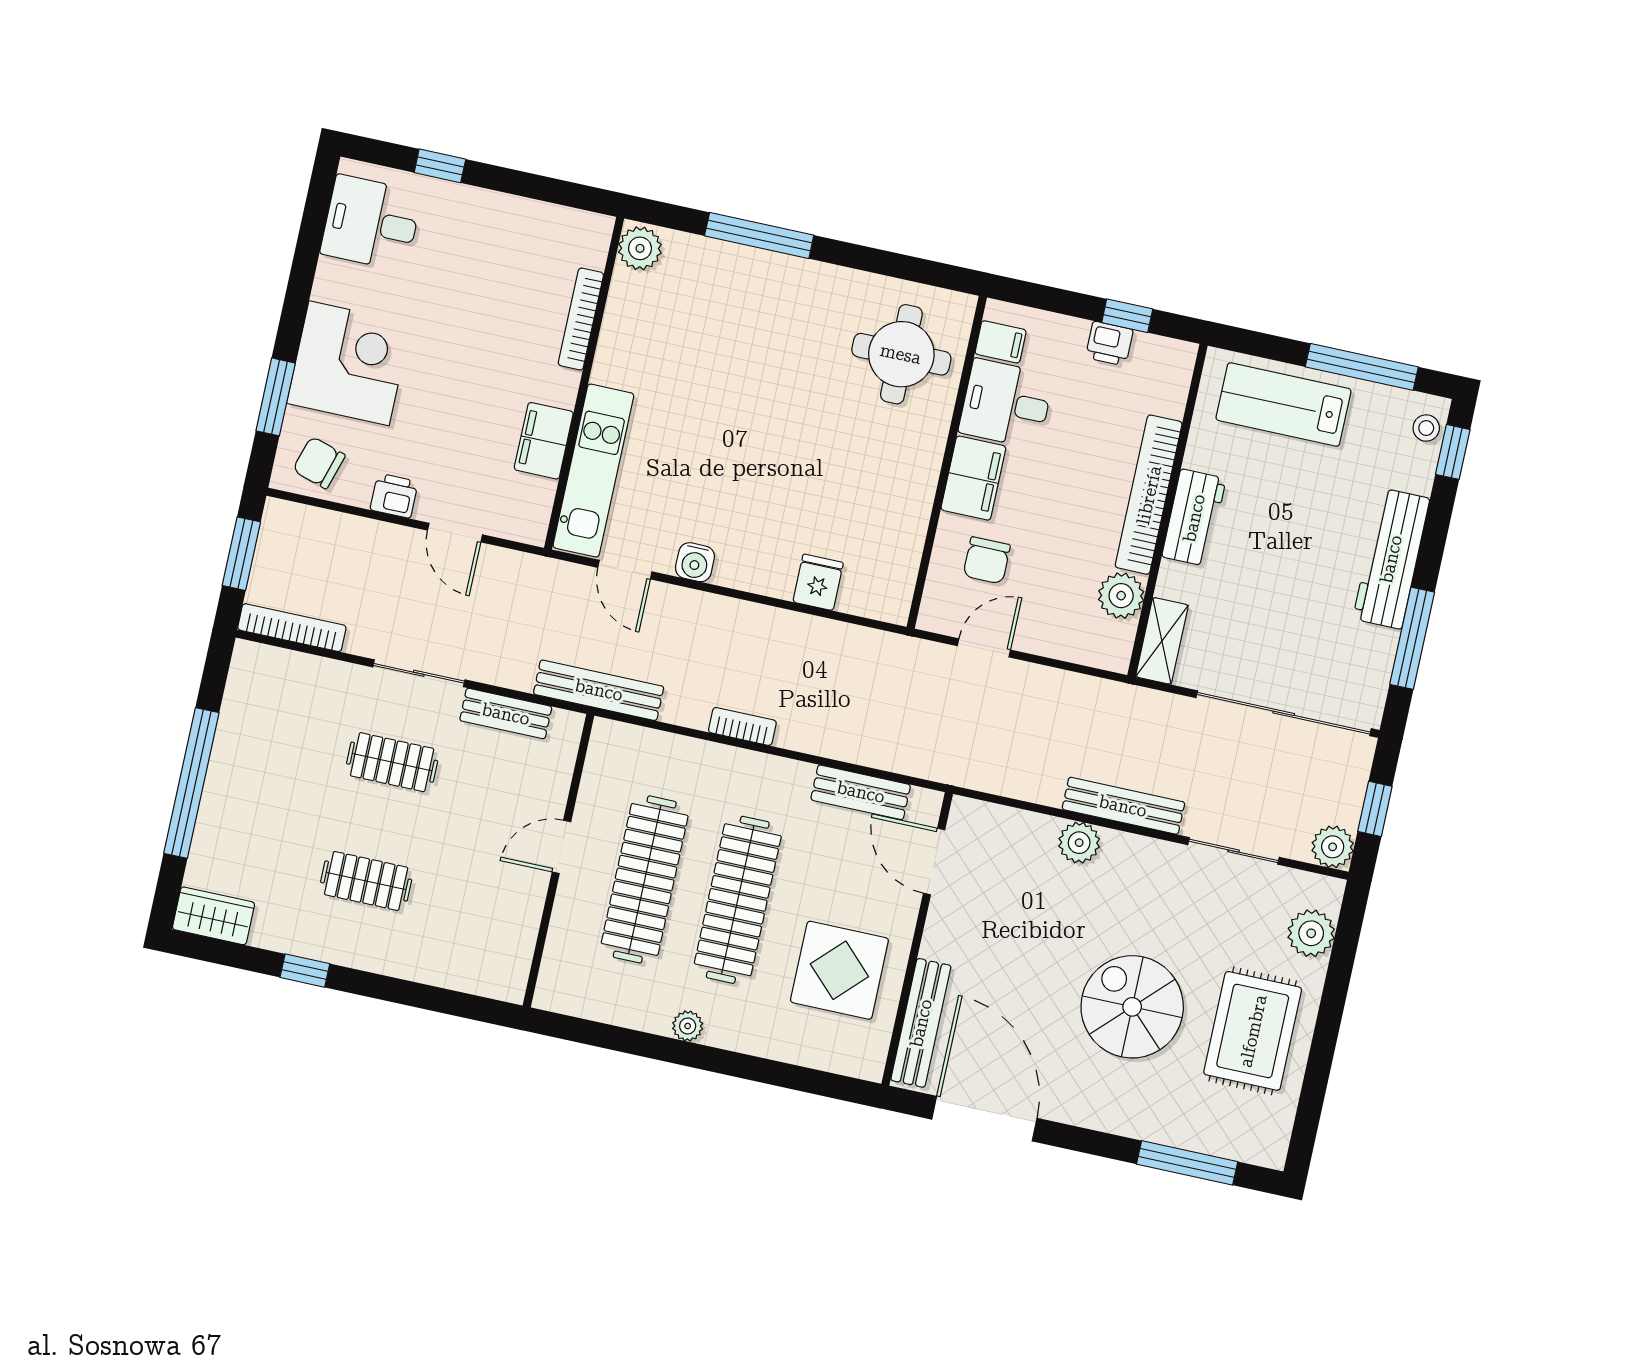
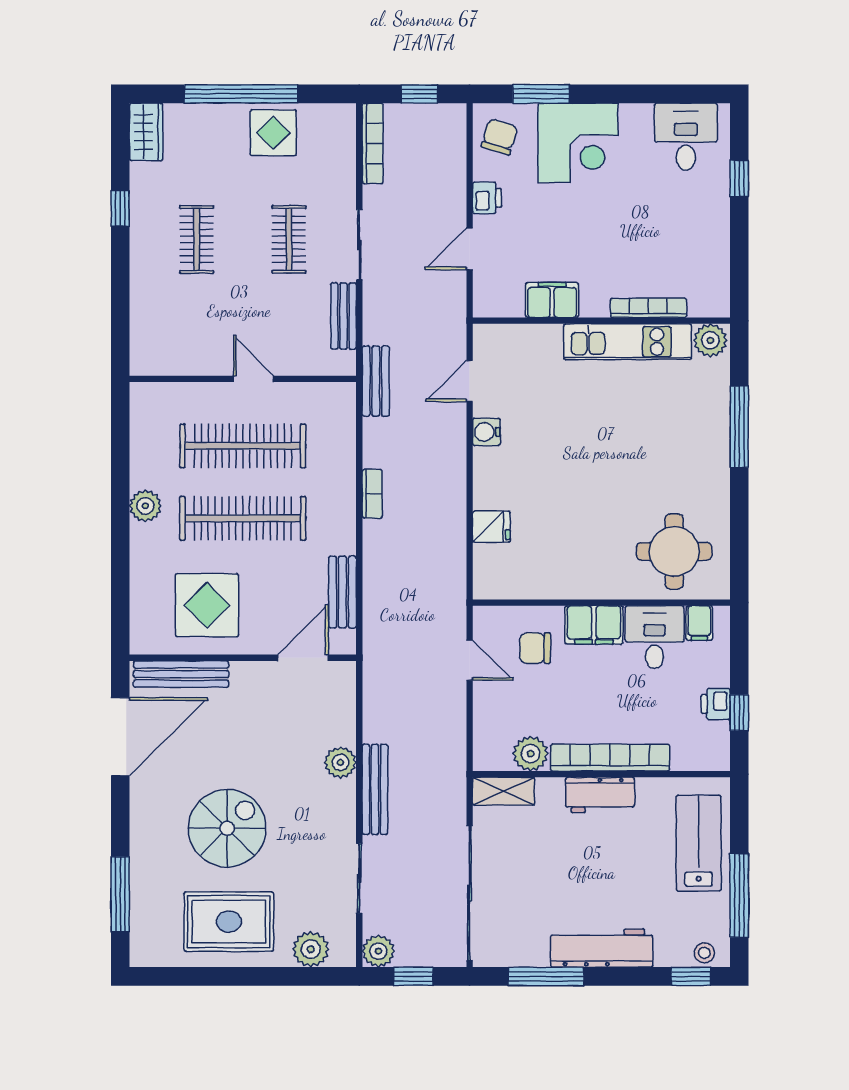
kitchen unit: (593, 471) -> (628, 342), moved
window: (241, 554) -> (419, 94), width x0.67
bench: (599, 690) -> (376, 381), width x0.73
display table: (250, 753) -> (273, 133), added
plant: (688, 1026) -> (145, 506), width x1.38, depth x1.38

